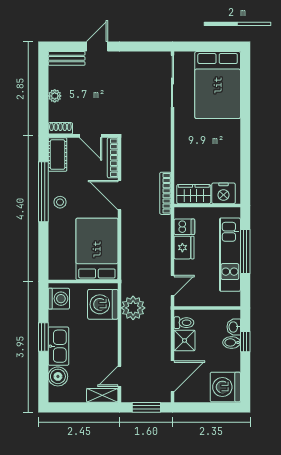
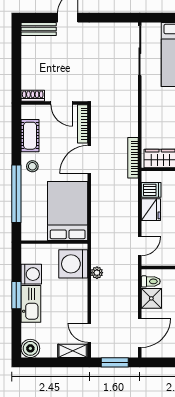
plant: (55, 96) -> (27, 65), removed
cot: (58, 155) -> (30, 136), moved
window: (43, 192) -> (16, 194), moved
door: (119, 195) -> (89, 160), hinge flipped
washing machine: (59, 299) -> (31, 274), moved
plant: (133, 308) -> (97, 273), width x0.53, depth x0.53
boiler: (58, 376) -> (30, 348), moved
door: (119, 376) -> (89, 333), hinge flipped

